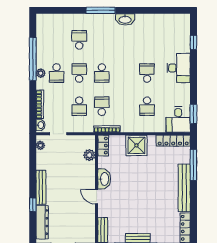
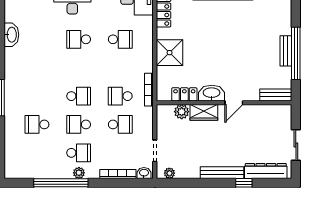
washbasin: (125, 19) -> (11, 35), moved
locker: (103, 146) -> (184, 94), moved
wardrobe: (89, 173) -> (204, 112), added

